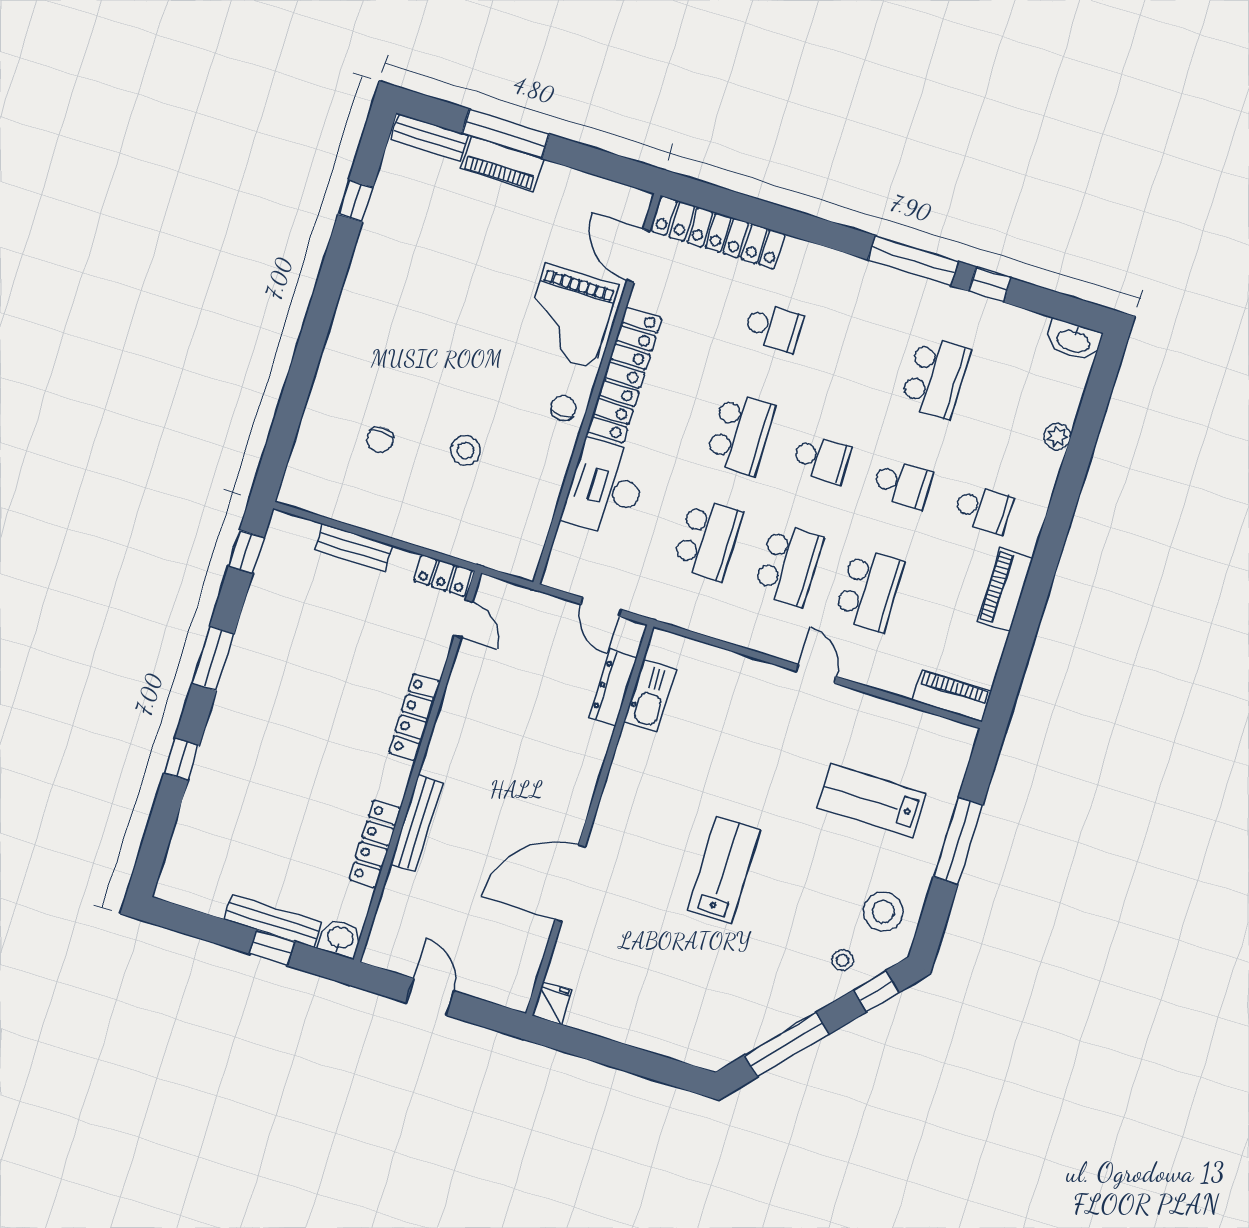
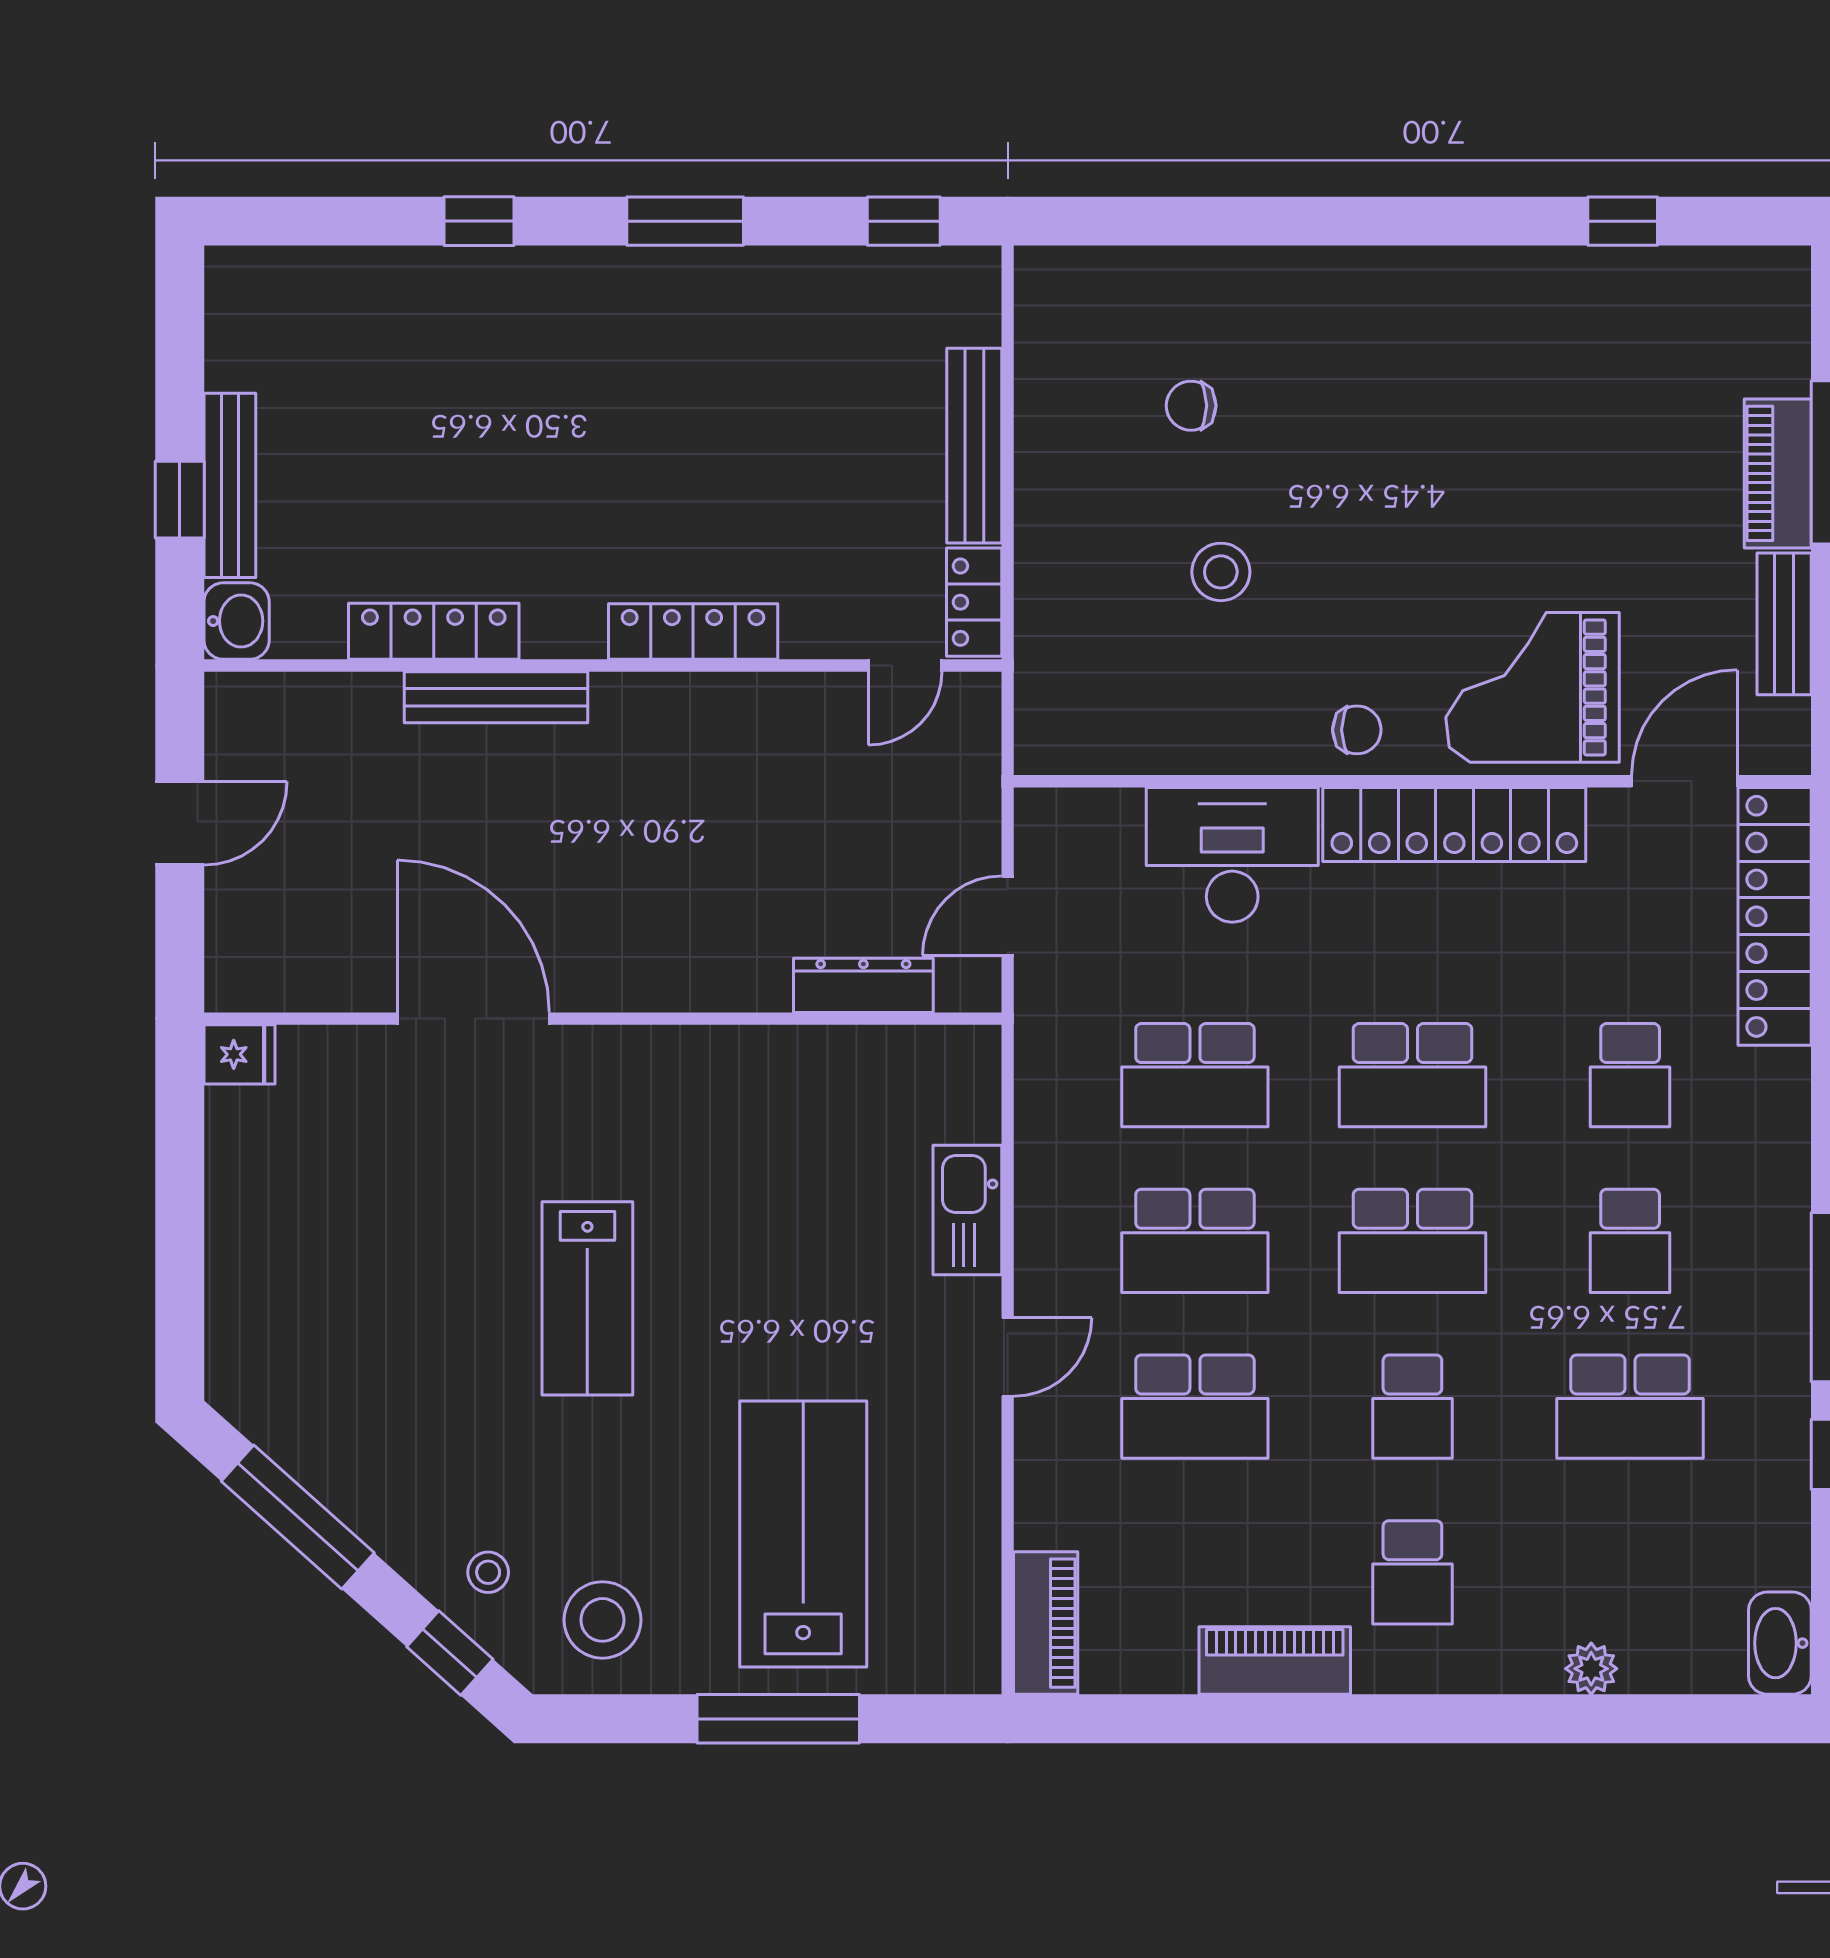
bench: (430, 138) -> (1784, 624), moved
school desk: (854, 352) -> (1630, 1241), added
school desk: (821, 459) -> (1412, 1241), width x1.85
bench: (354, 548) -> (974, 446), width x1.36
kitchen sink: (650, 696) -> (967, 1210), moved, turned 90
lab bench: (872, 801) -> (803, 1534), width x1.36, depth x1.39
lab bench: (724, 870) -> (587, 1298), turned 90

